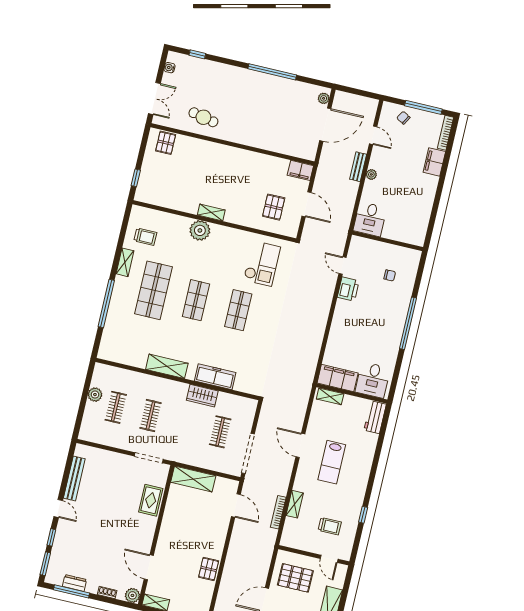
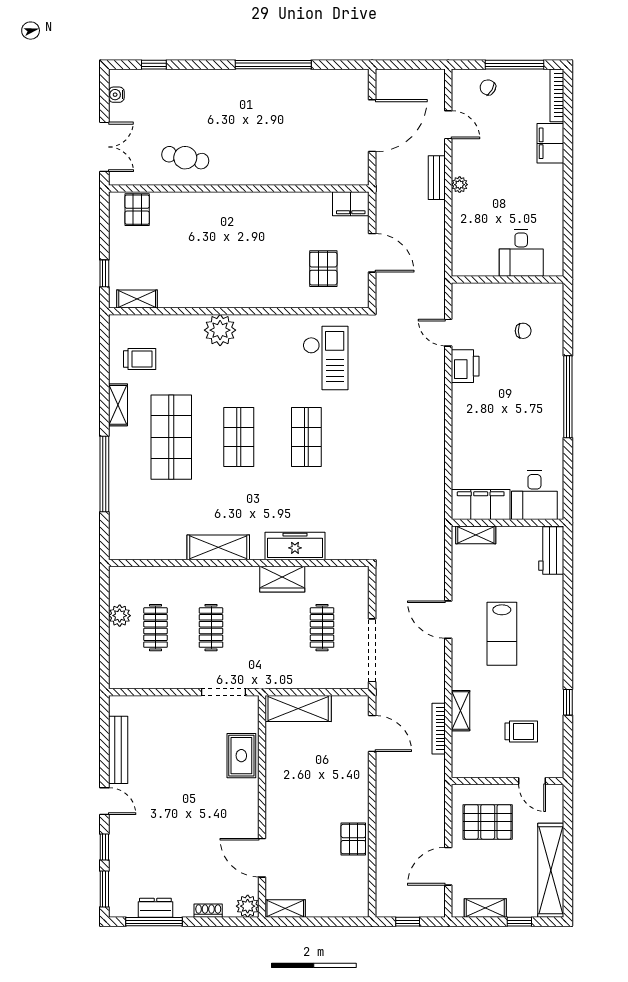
plant: (324, 98) -> (360, 86), removed
shelving: (211, 212) -> (137, 299), moved
desk: (370, 219) -> (521, 253), moved

